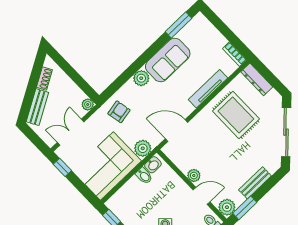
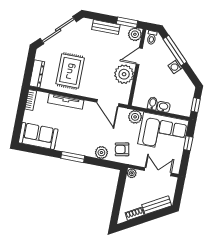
window: (179, 25) -> (73, 157), moved
sofa: (168, 60) -> (38, 136), moved
plant: (141, 78) -> (101, 153), moved
double door: (71, 132) -> (158, 172), swing flipped
washbasin: (153, 165) -> (163, 107), moved
window: (62, 167) -> (188, 143), moved
plant: (194, 175) -> (124, 74), width x1.88, depth x1.88
door: (201, 196) -> (139, 56), hinge flipped

